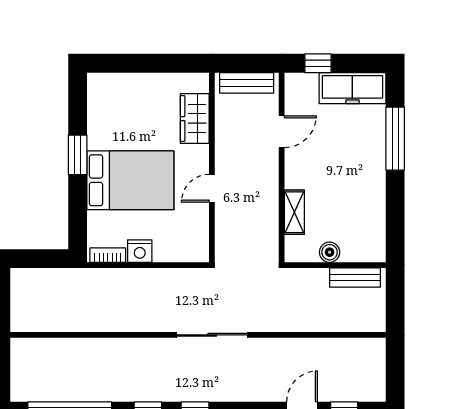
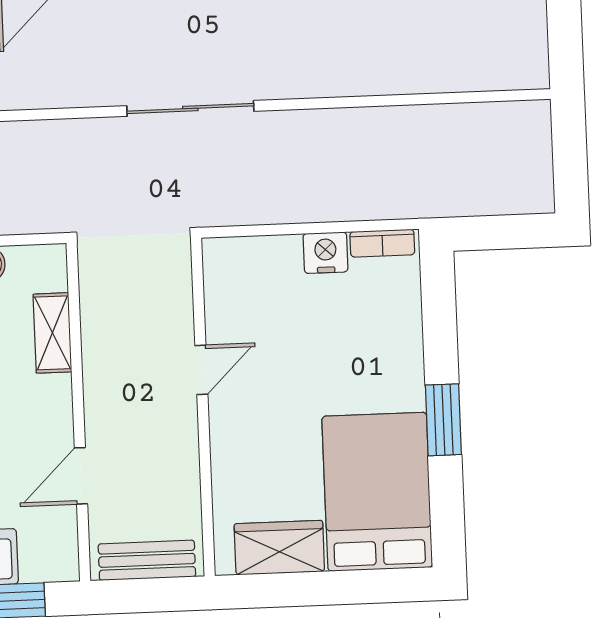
wardrobe: (195, 119) -> (279, 548), moved, turned -90
bed: (130, 180) -> (377, 492), moved, turned 90

